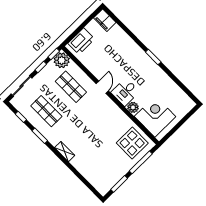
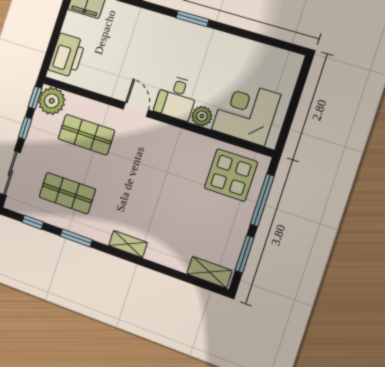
shelving: (98, 184) -> (209, 272), added

